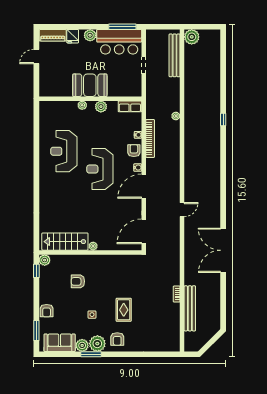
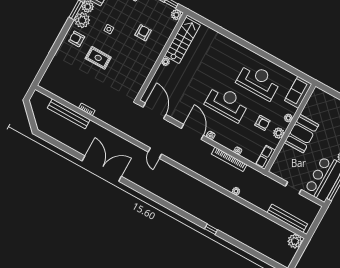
sofa: (54, 109) -> (298, 92), added
armchair: (134, 151) -> (262, 123), moved

